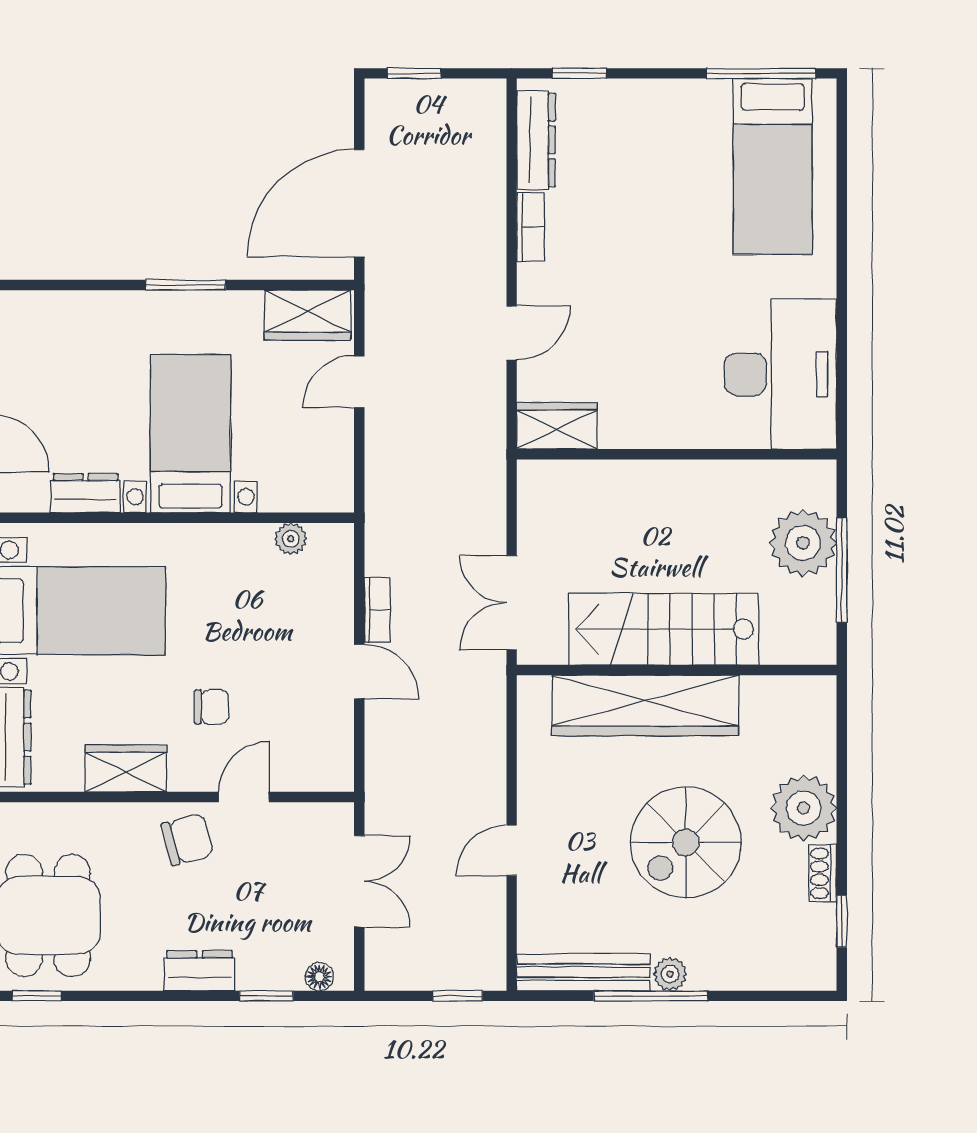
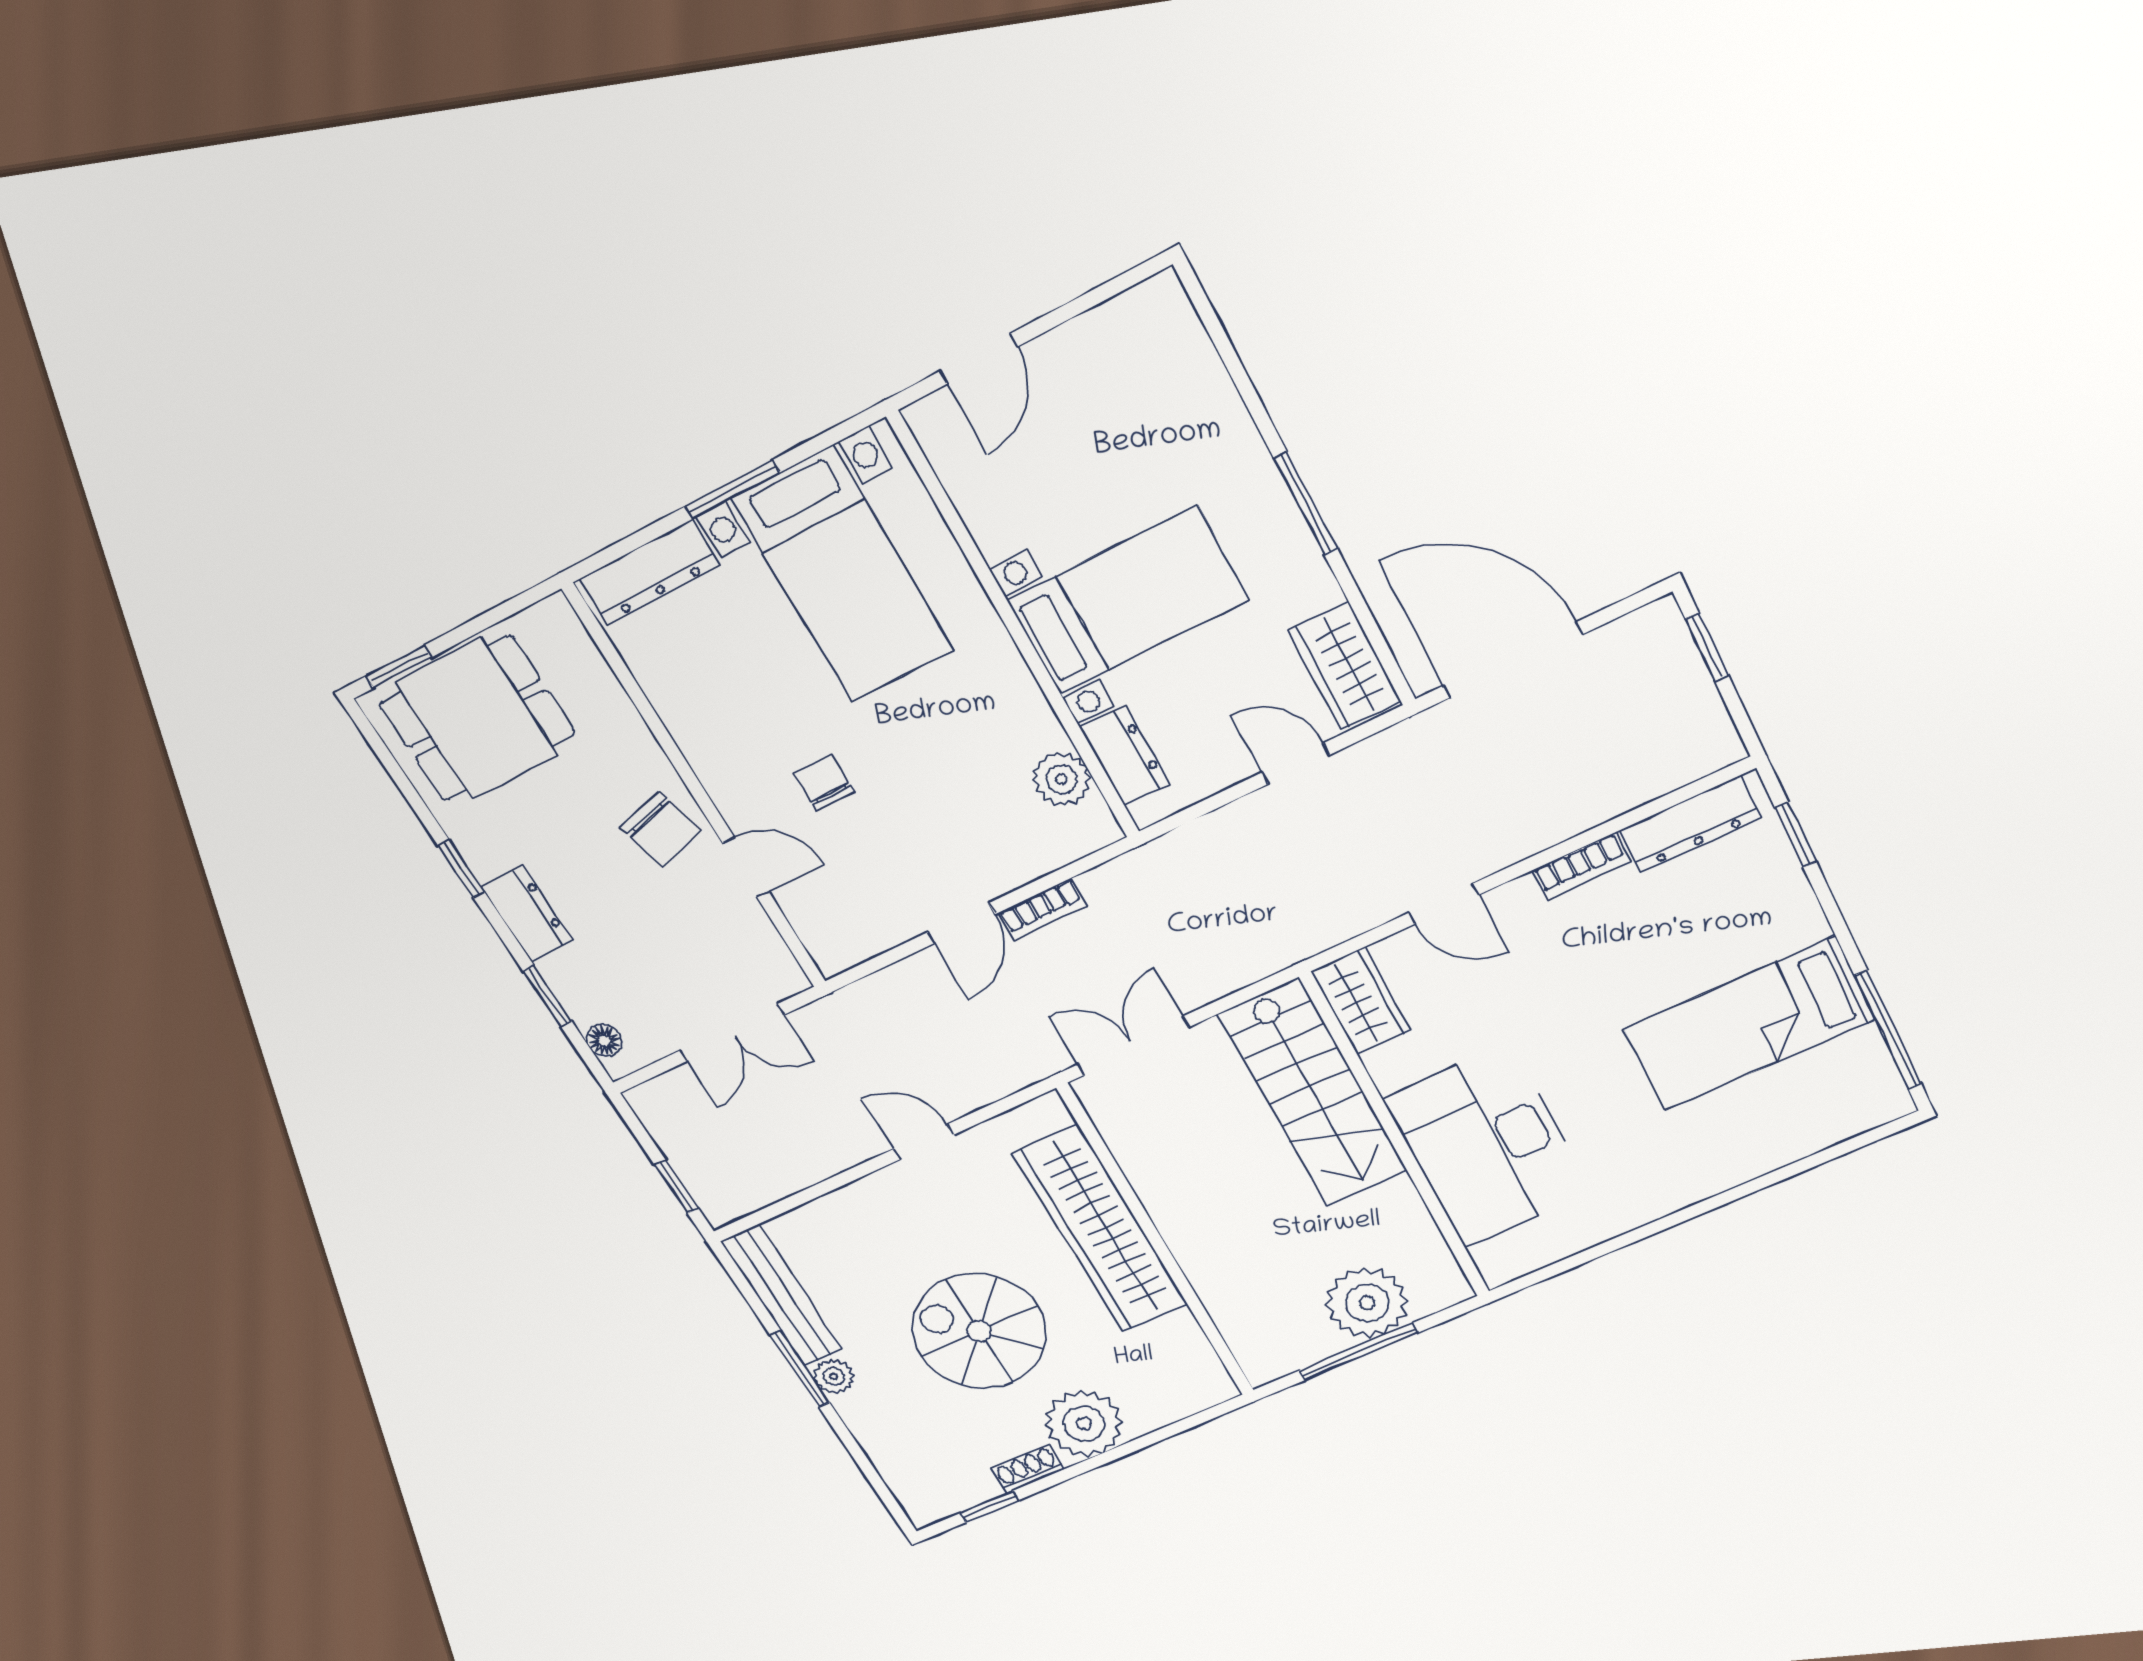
bed: (773, 166) -> (1749, 1024), moved
desk: (780, 374) -> (1488, 1146), moved, turned 90
dresser: (86, 493) -> (1125, 755), moved
plant: (291, 539) -> (1062, 779), width x1.38, depth x1.38
stairs: (664, 629) -> (1313, 1093), moved, turned 180
chair: (211, 707) -> (824, 783), turned 180
wardrobe: (126, 768) -> (696, 722), removed
door: (512, 850) -> (923, 1142), moved
window: (37, 996) -> (461, 869), moved
window: (651, 996) -> (800, 1369), width x0.69

